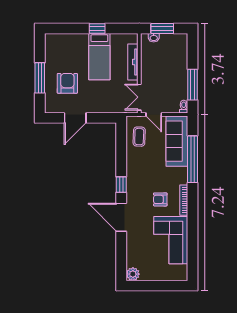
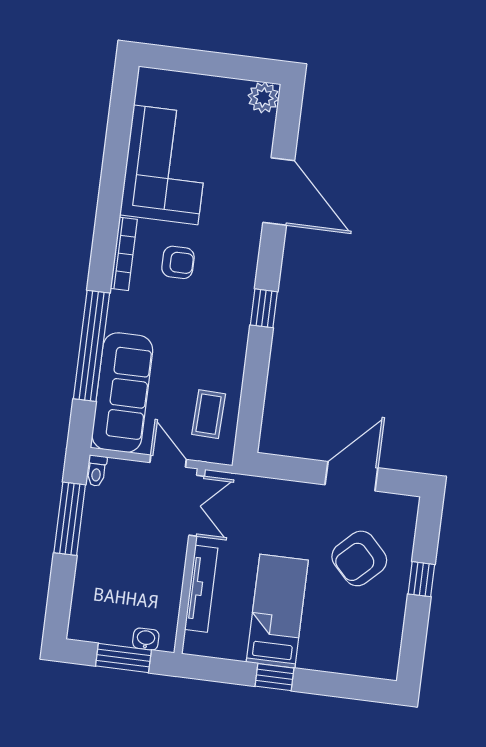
window: (40, 78) -> (421, 579), width x0.46
armchair: (67, 83) -> (359, 558), turned 46
door: (121, 217) -> (279, 192), moved

